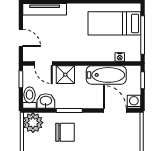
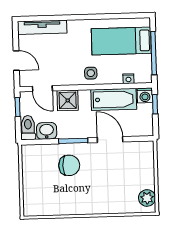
side table: (87, 51) -> (91, 73), added
washing machine: (134, 102) -> (145, 95), moved, turned 180
door: (115, 111) -> (110, 140), moved
plant: (33, 123) -> (33, 156), removed

